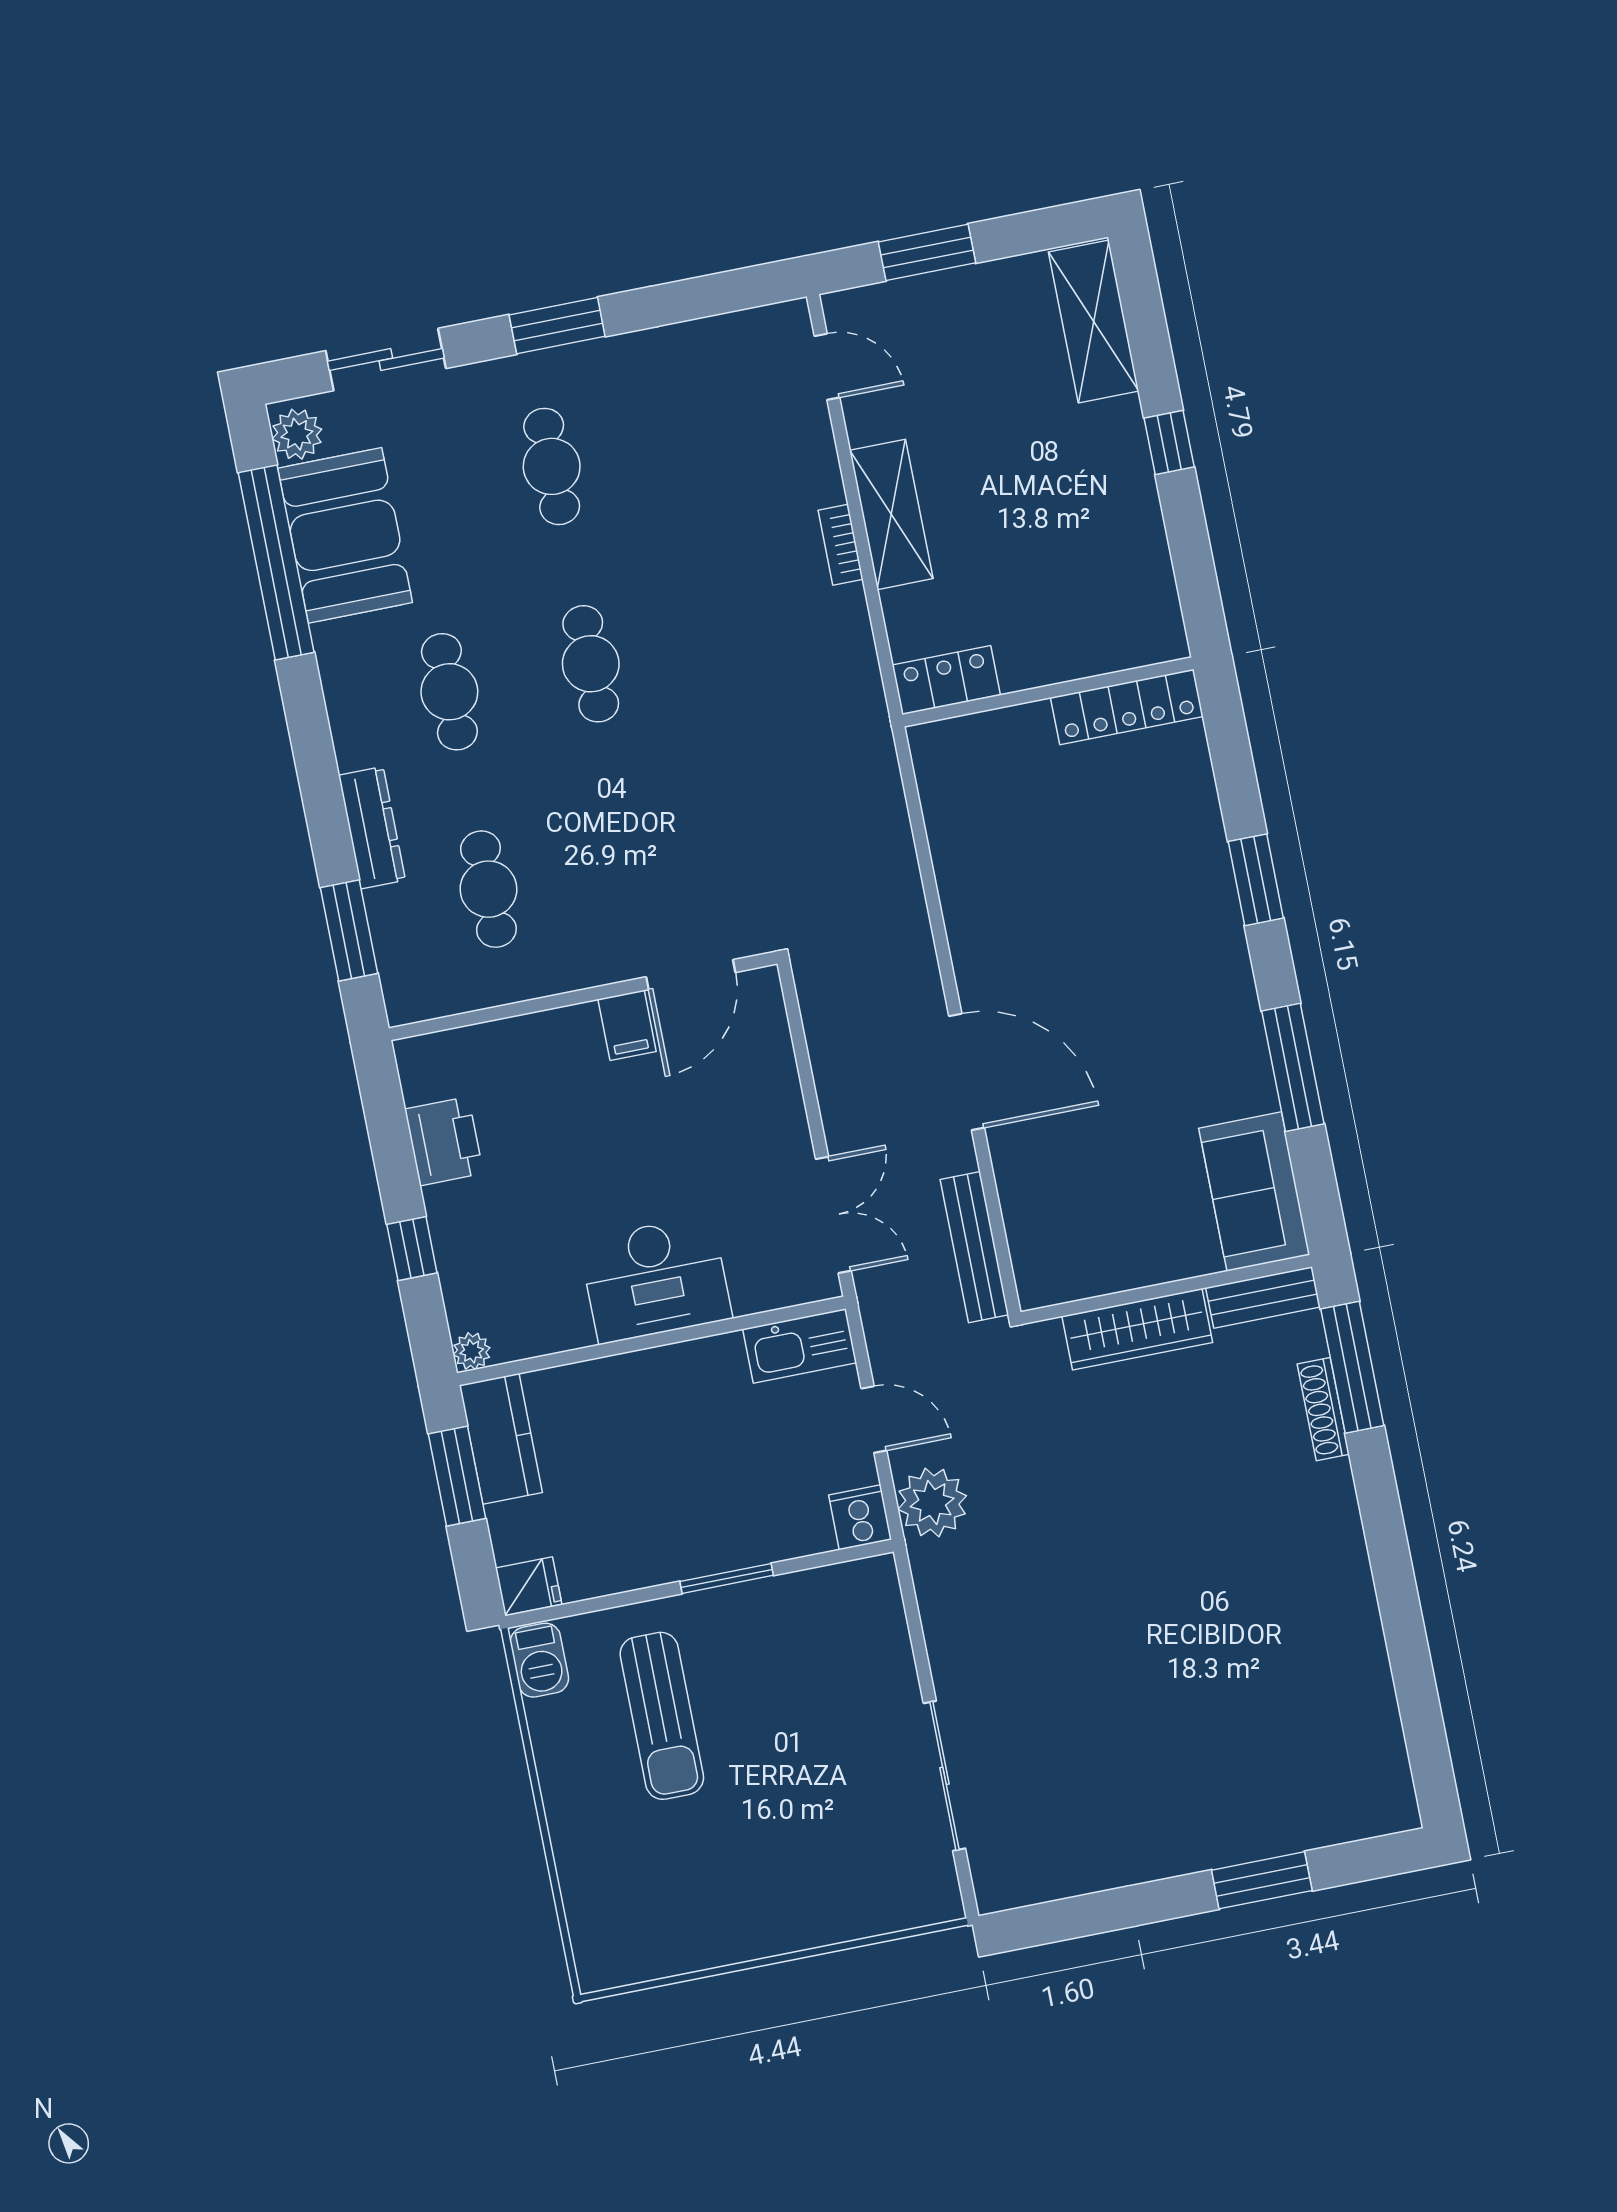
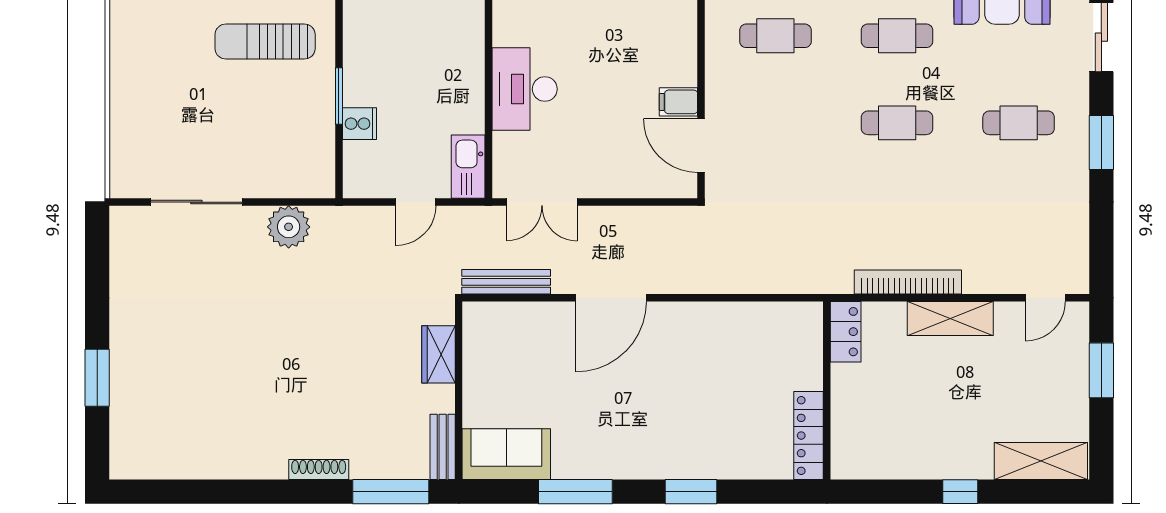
bookcase: (841, 545) -> (908, 282), width x2.31, depth x1.31
wardrobe: (1137, 1329) -> (438, 354), width x0.67
shoe rack: (1323, 1409) -> (319, 470), moved
plant: (932, 1502) -> (289, 227), moved
cooker: (860, 1517) -> (360, 124), moved

